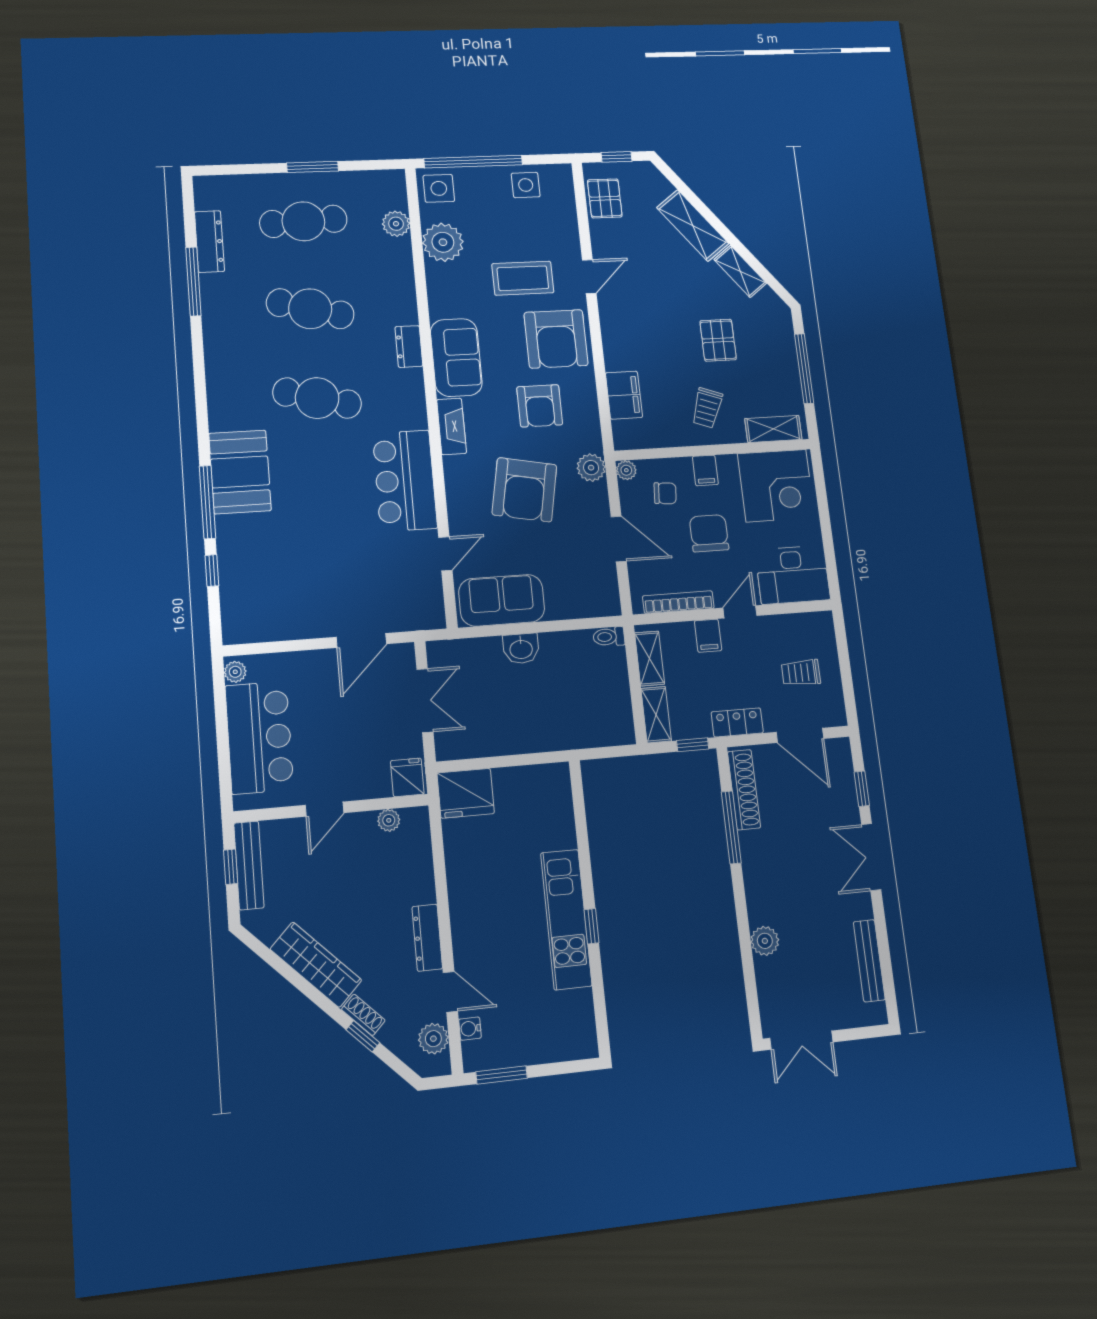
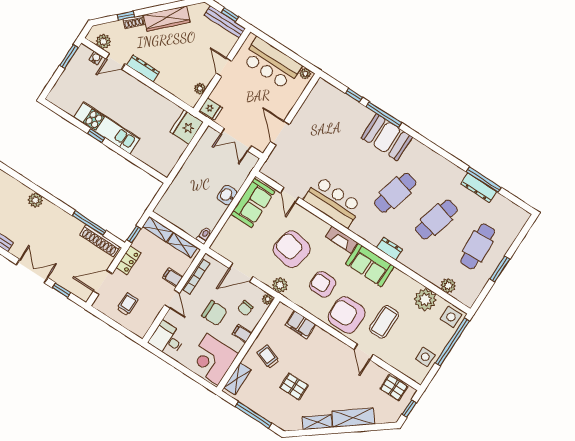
dresser: (209, 241) -> (479, 188), moved
desk: (793, 575) -> (167, 339), width x0.73

